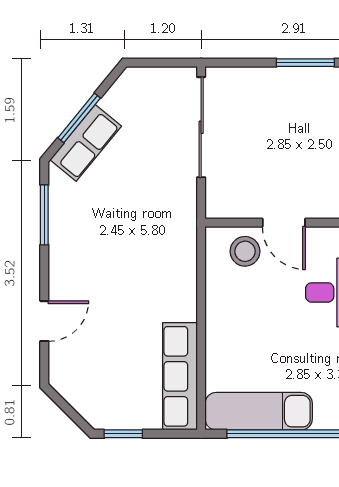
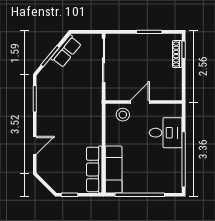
row of seats: (86, 143) -> (66, 51), moved
door: (284, 223) -> (140, 102), swing flipped
exam couch: (259, 411) -> (114, 169), moved, turned 90

